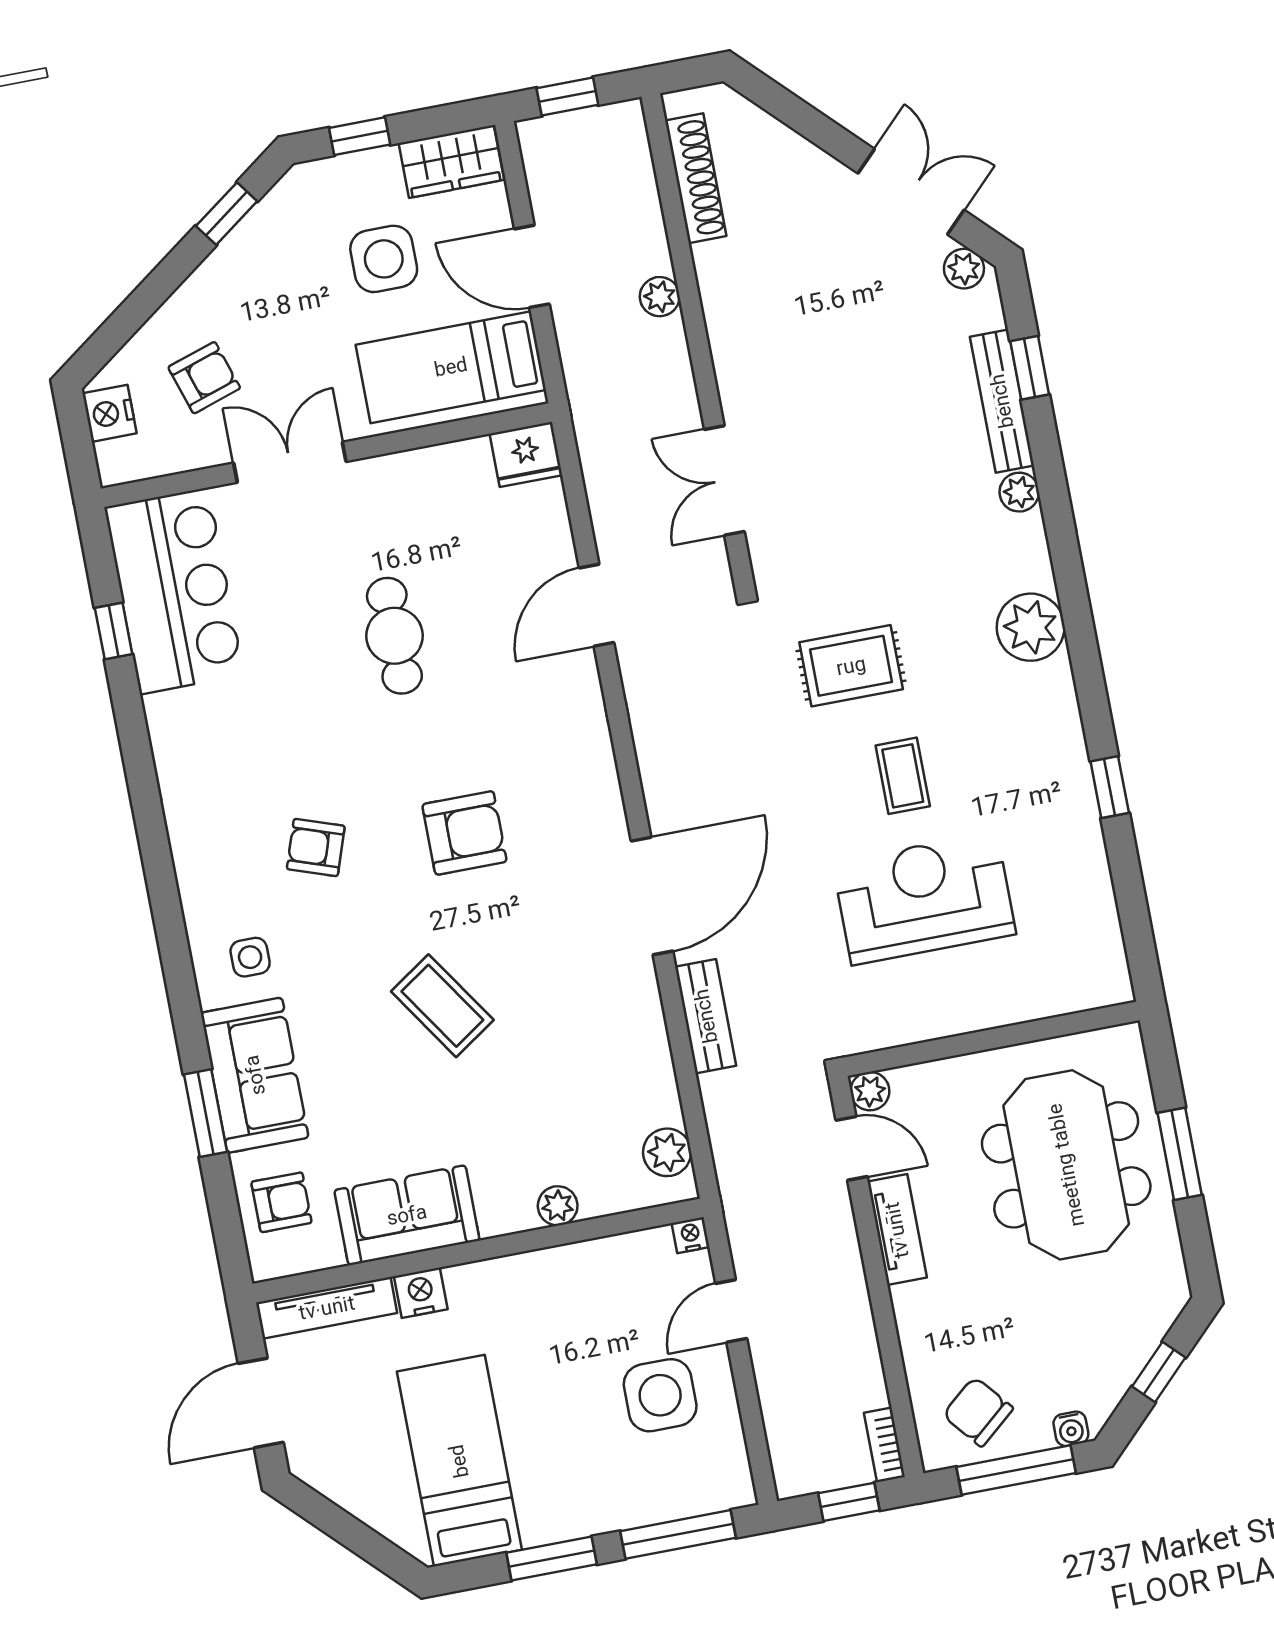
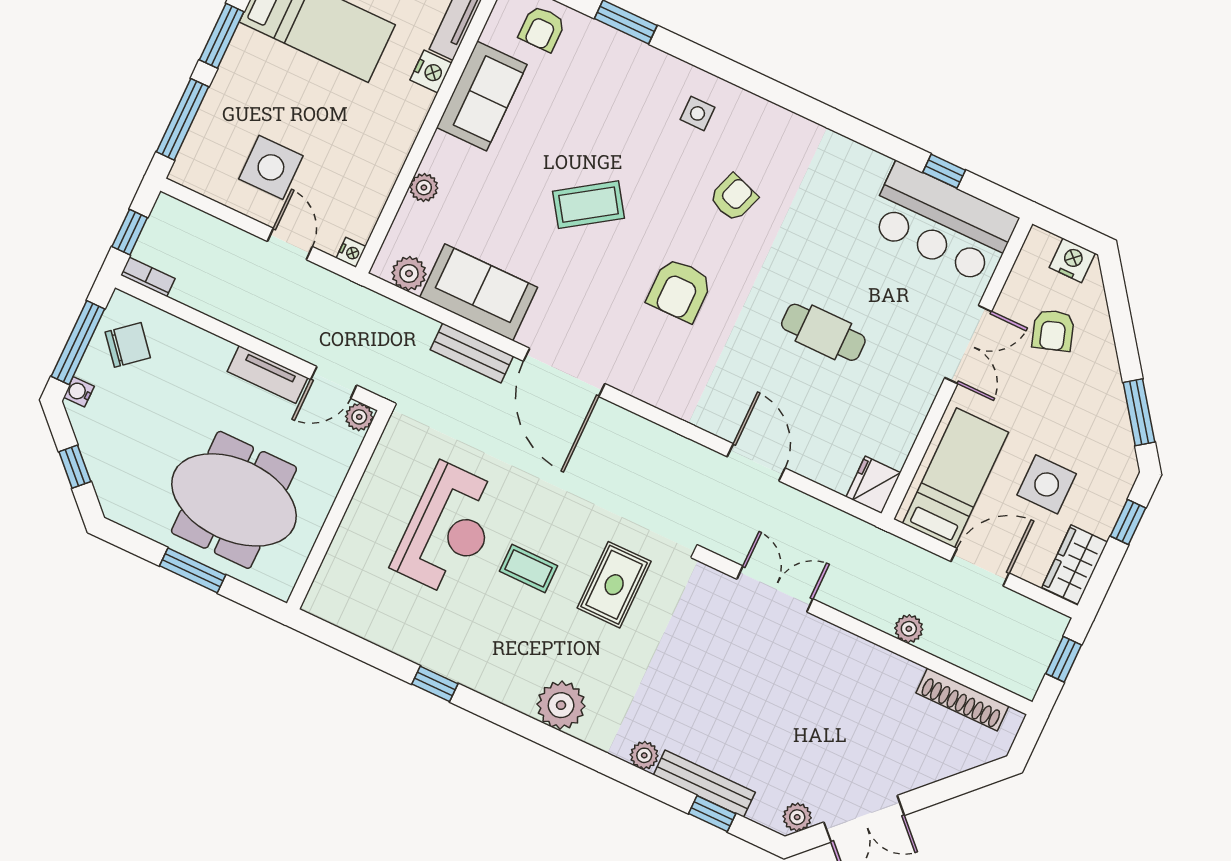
window: (227, 214) -> (1139, 412), width x1.50
sofa: (255, 1075) -> (479, 292), moved, turned 180

